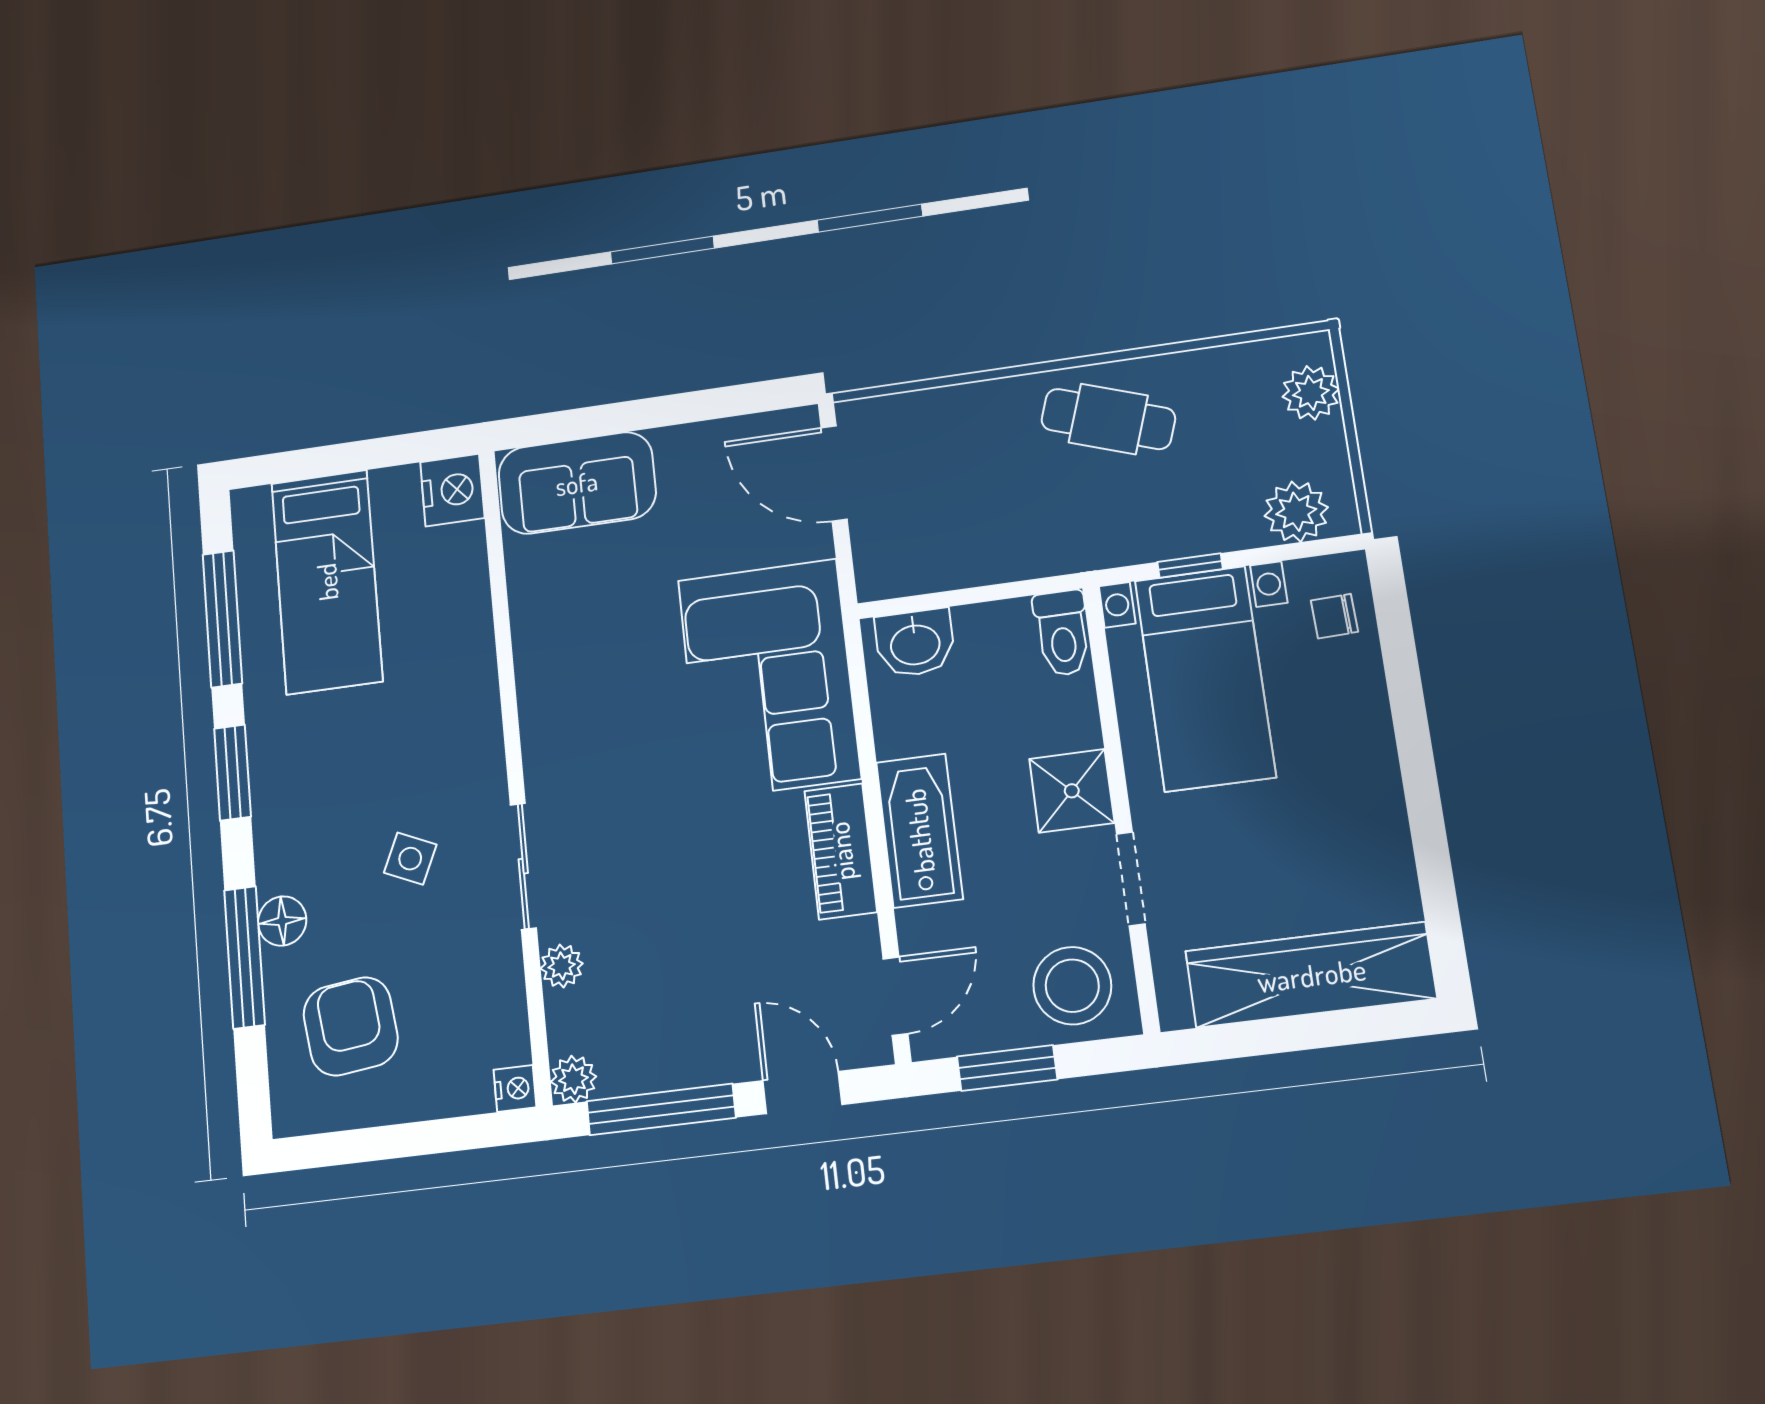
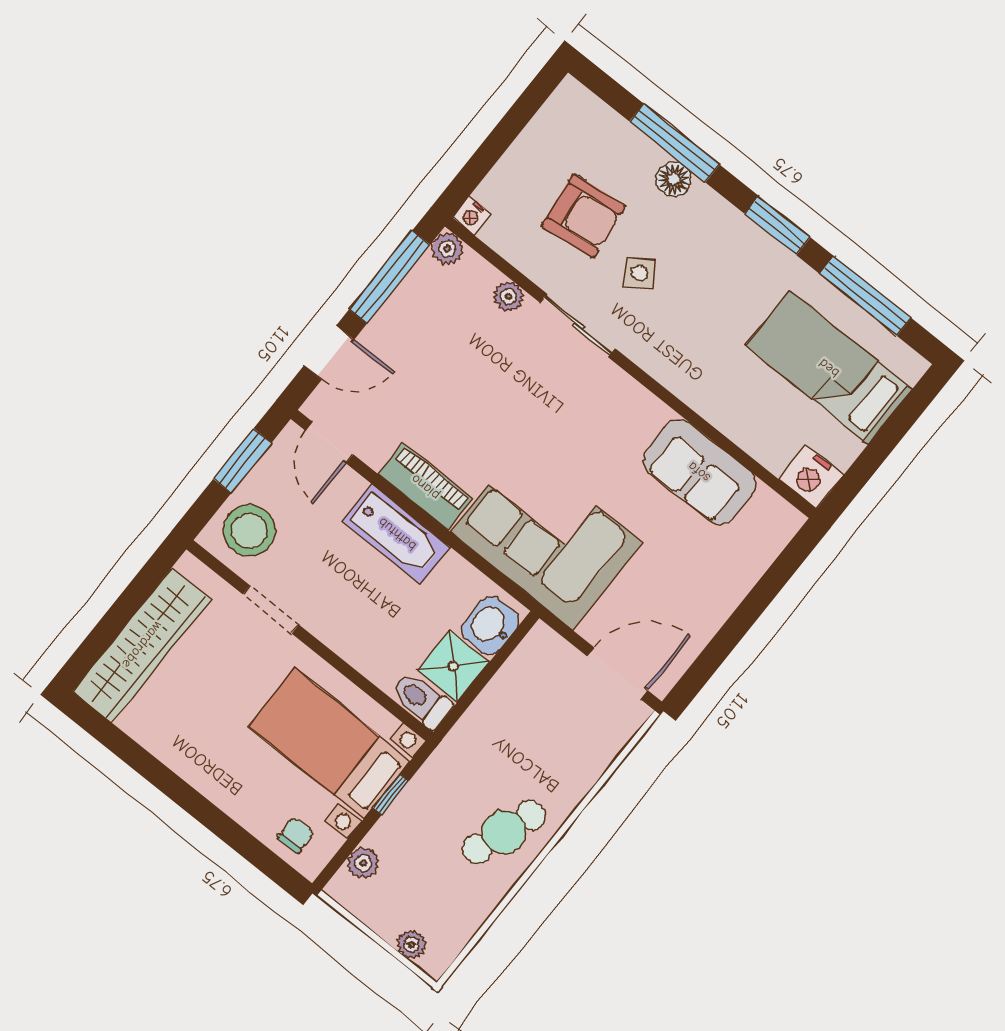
plant: (1311, 393) -> (411, 944), width x0.73, depth x0.73
sofa: (577, 483) -> (699, 472), moved, turned -90
plant: (1296, 512) -> (363, 863), width x0.73, depth x0.73
shower: (1072, 791) -> (453, 666), moved
side table: (410, 859) -> (640, 273), turned 32
armchair: (351, 1026) -> (584, 216), moved

